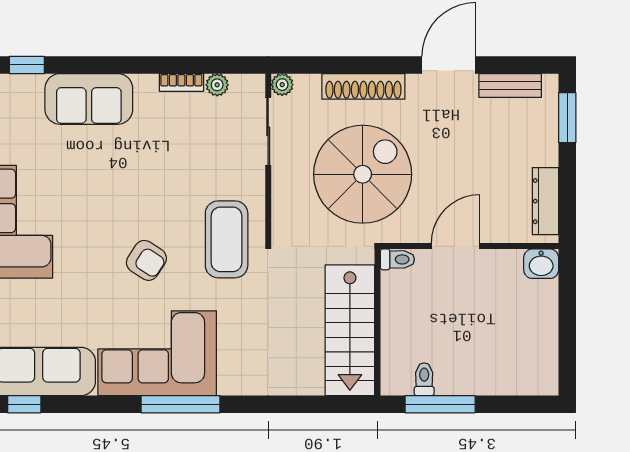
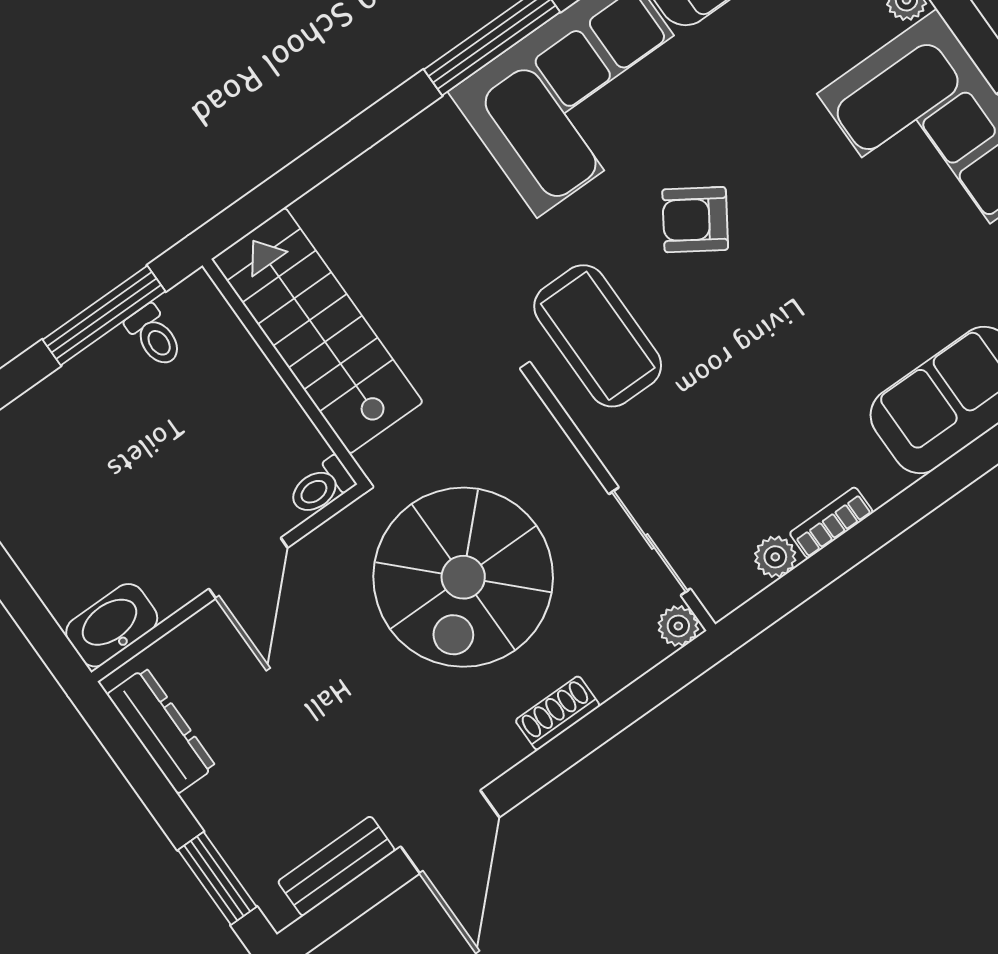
shoe rack: (363, 86) -> (558, 713), width x0.51, depth x0.81
washbasin: (541, 264) -> (112, 625), width x1.38

